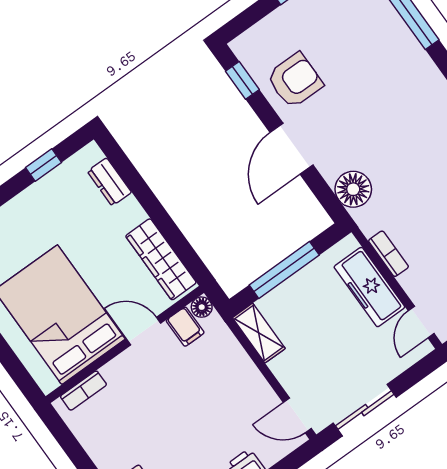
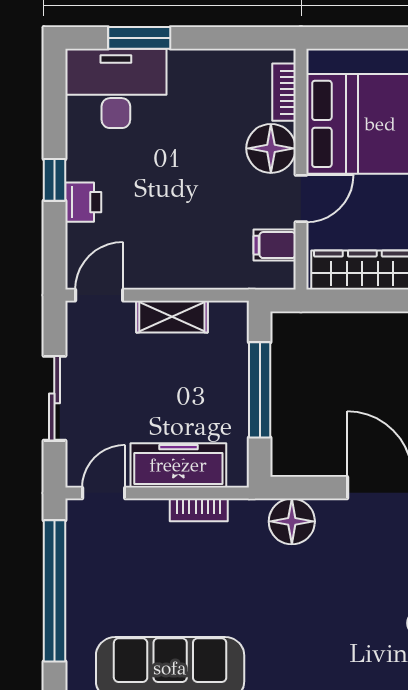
floor lamp: (202, 307) -> (271, 148), moved, width x1.89, depth x1.89
door: (421, 322) -> (104, 493), hinge flipped
shelving: (259, 333) -> (172, 317), moved
sliding door: (365, 410) -> (54, 398), moved

